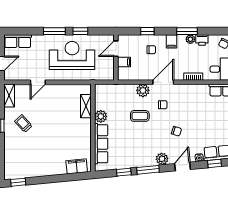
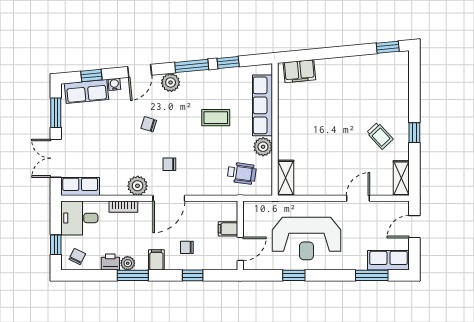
window: (54, 31) -> (372, 275), moved
plant: (143, 90) -> (138, 186), moved
wheelchair: (115, 99) -> (242, 173), added
shelving: (86, 106) -> (286, 178), moved
coffee table: (140, 116) -> (216, 118), moved

